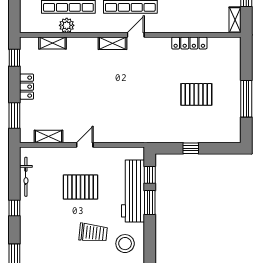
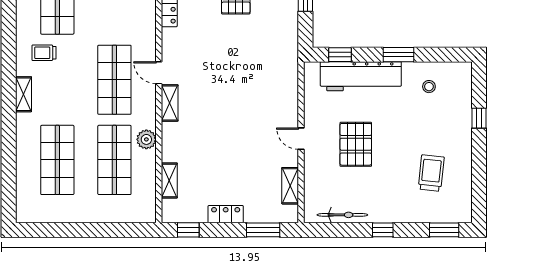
plant: (67, 25) -> (146, 139), moved
window: (150, 202) -> (399, 55), moved
trolley: (93, 233) -> (431, 173), moved
stool: (125, 244) -> (429, 87), width x0.53, depth x0.53

